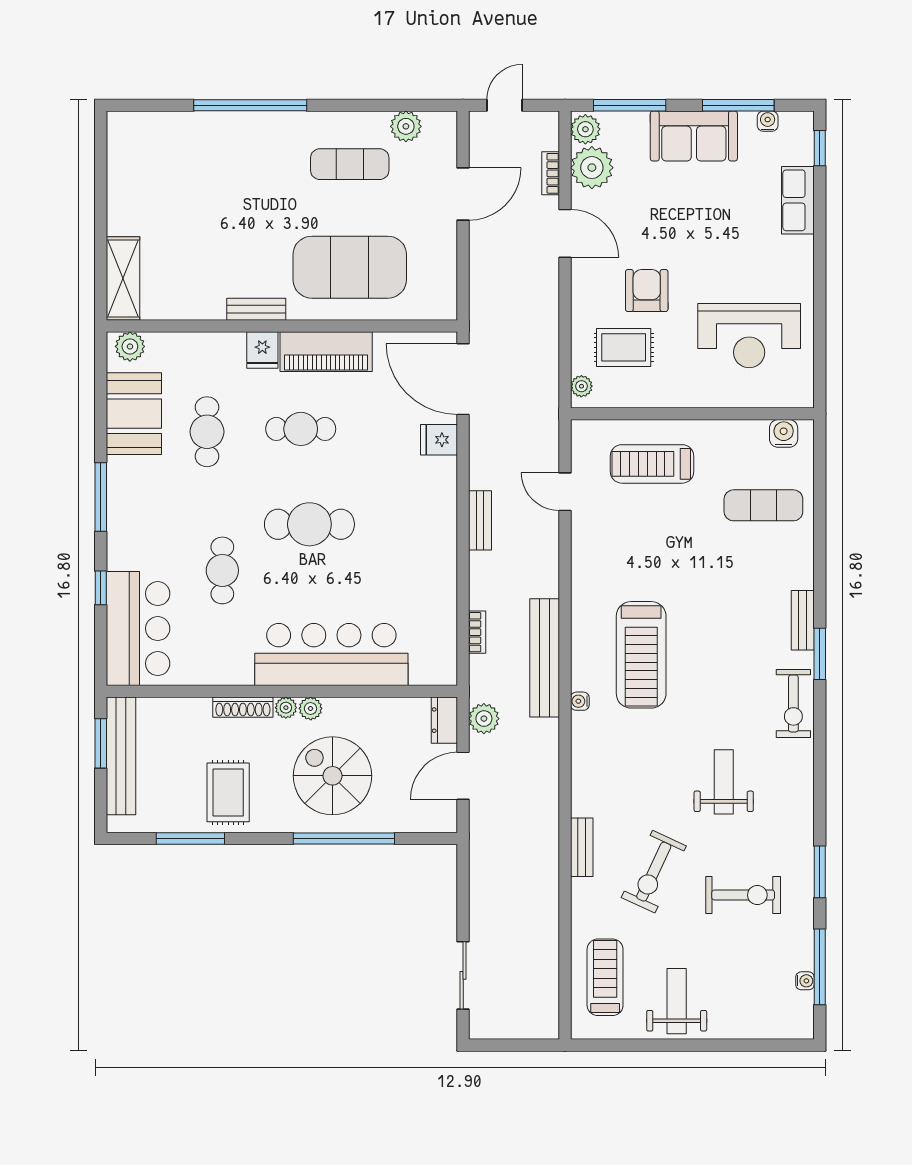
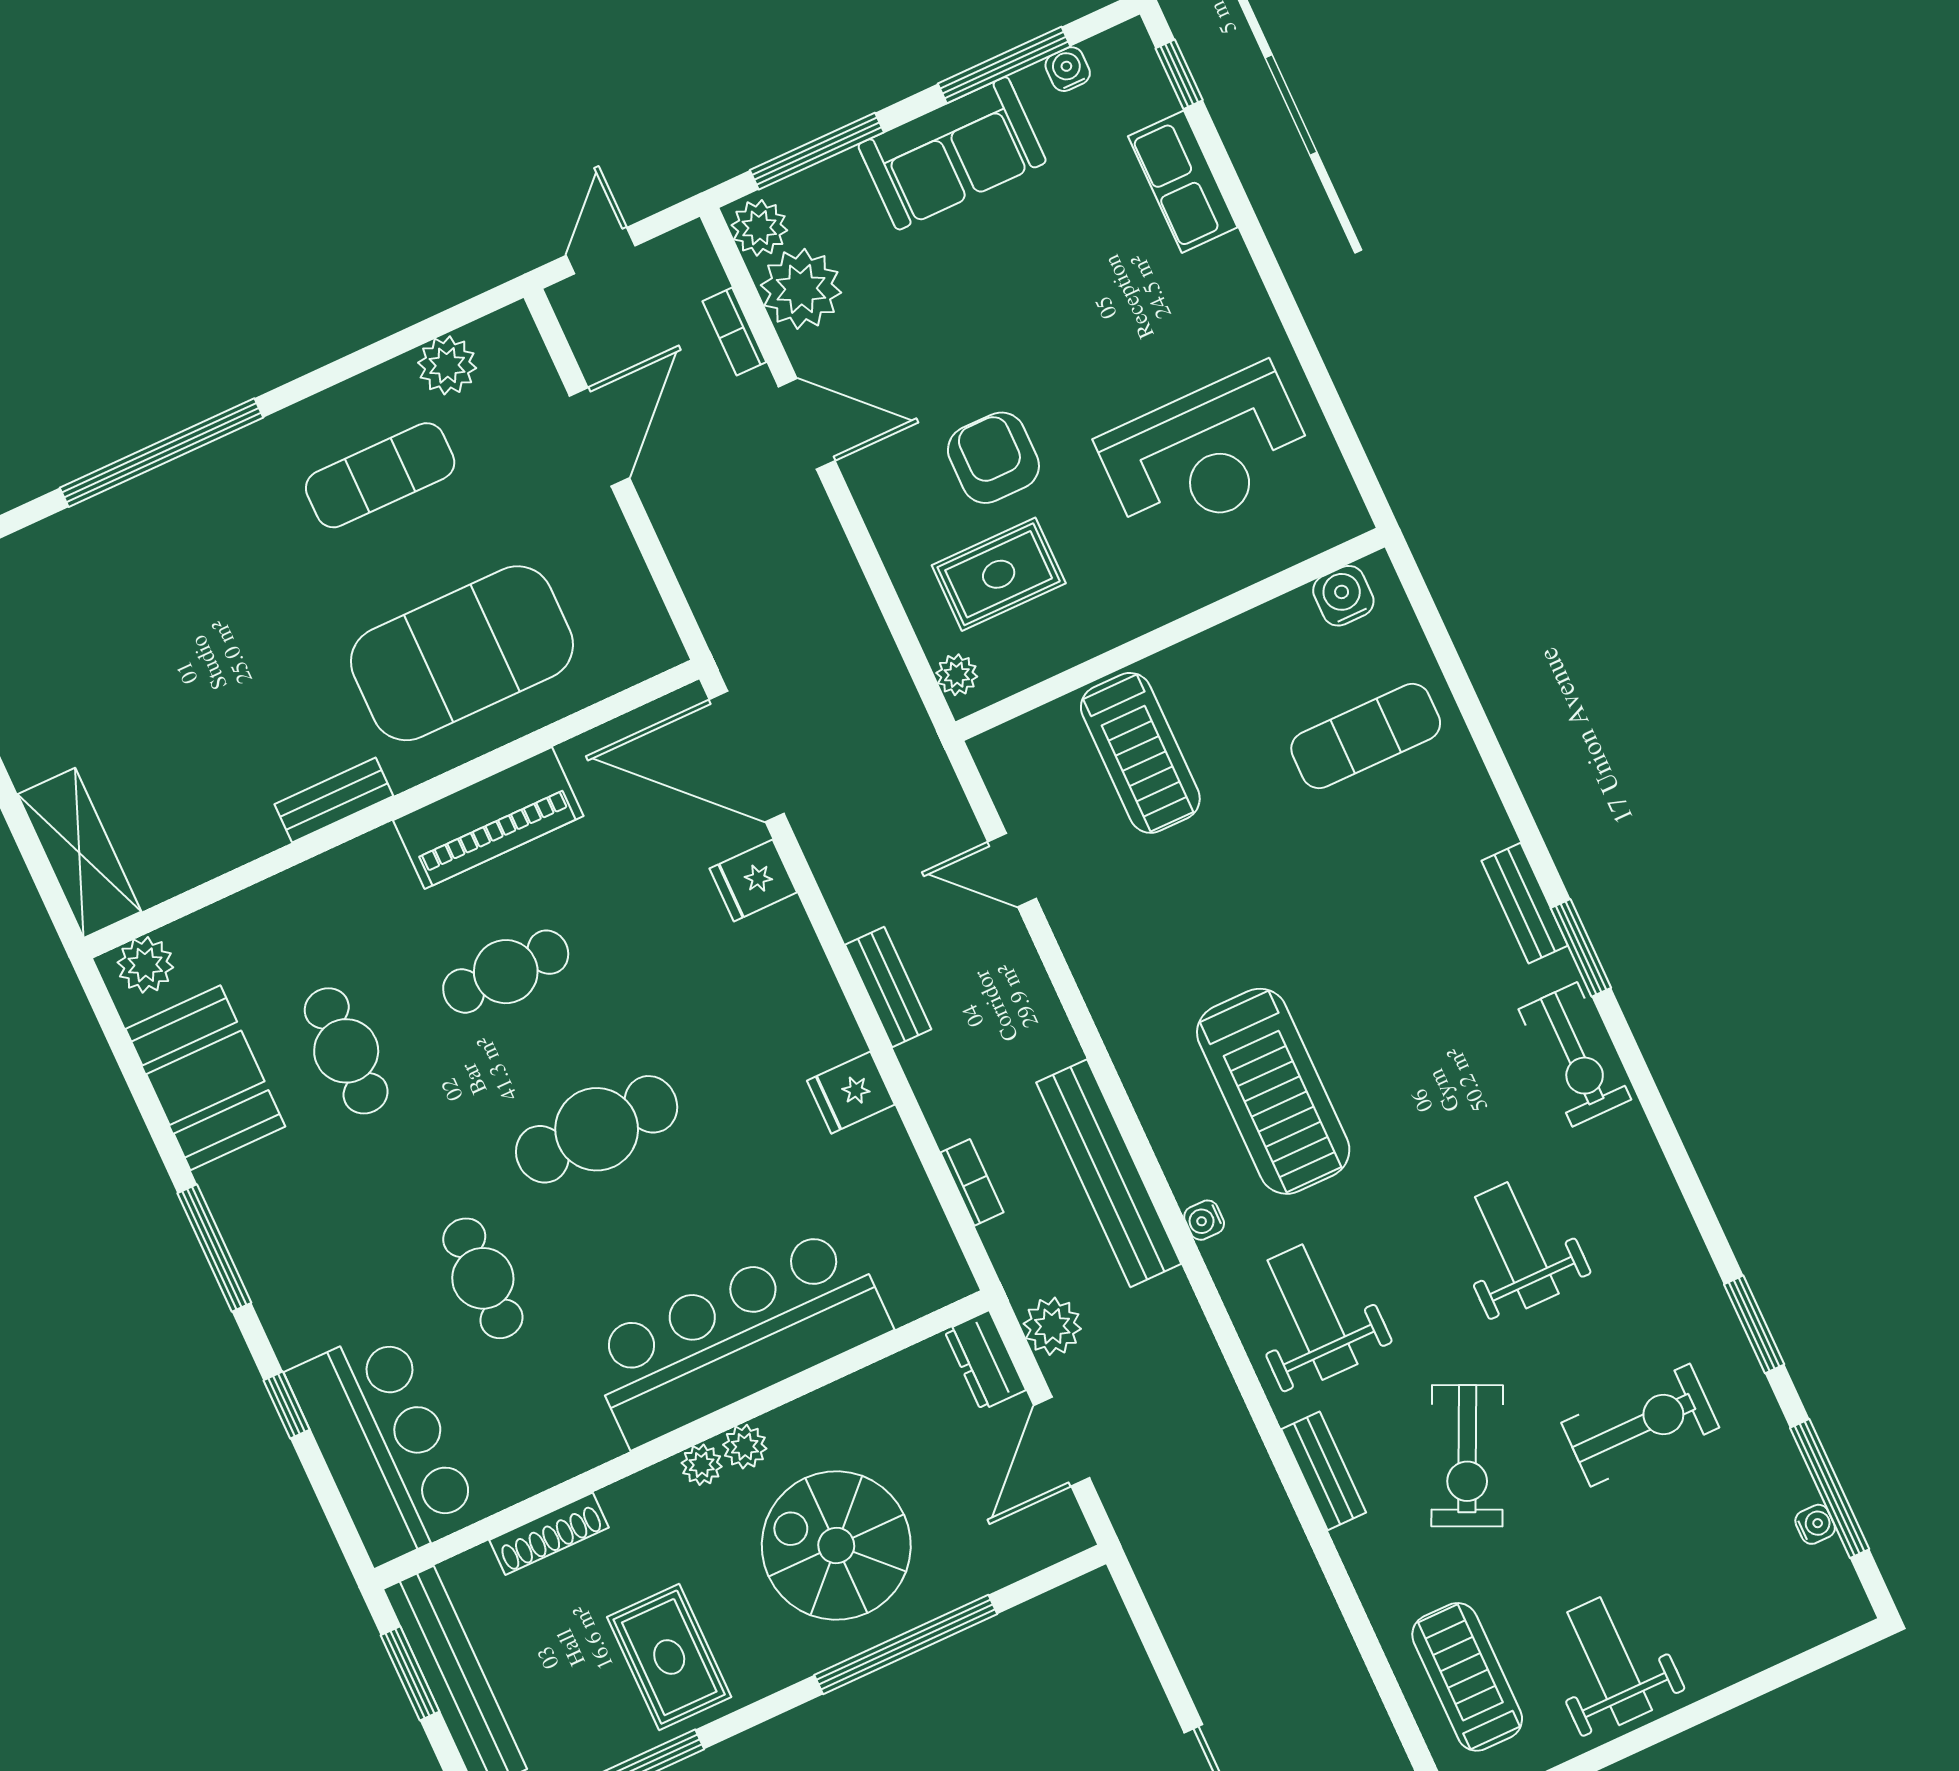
fridge: (262, 350) -> (851, 1093), moved, turned 90
treadmill: (652, 464) -> (1140, 753), turned -90
shoe rack: (243, 707) -> (549, 1534), moved
weight bench: (611, 769) -> (1312, 1312), added

